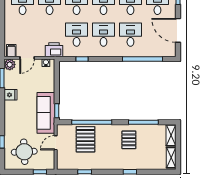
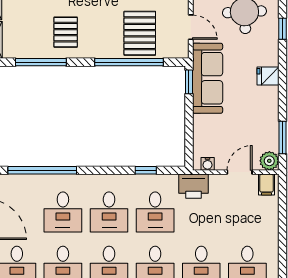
fridge: (10, 95) -> (268, 76), moved
door: (56, 143) -> (191, 27), hinge flipped

